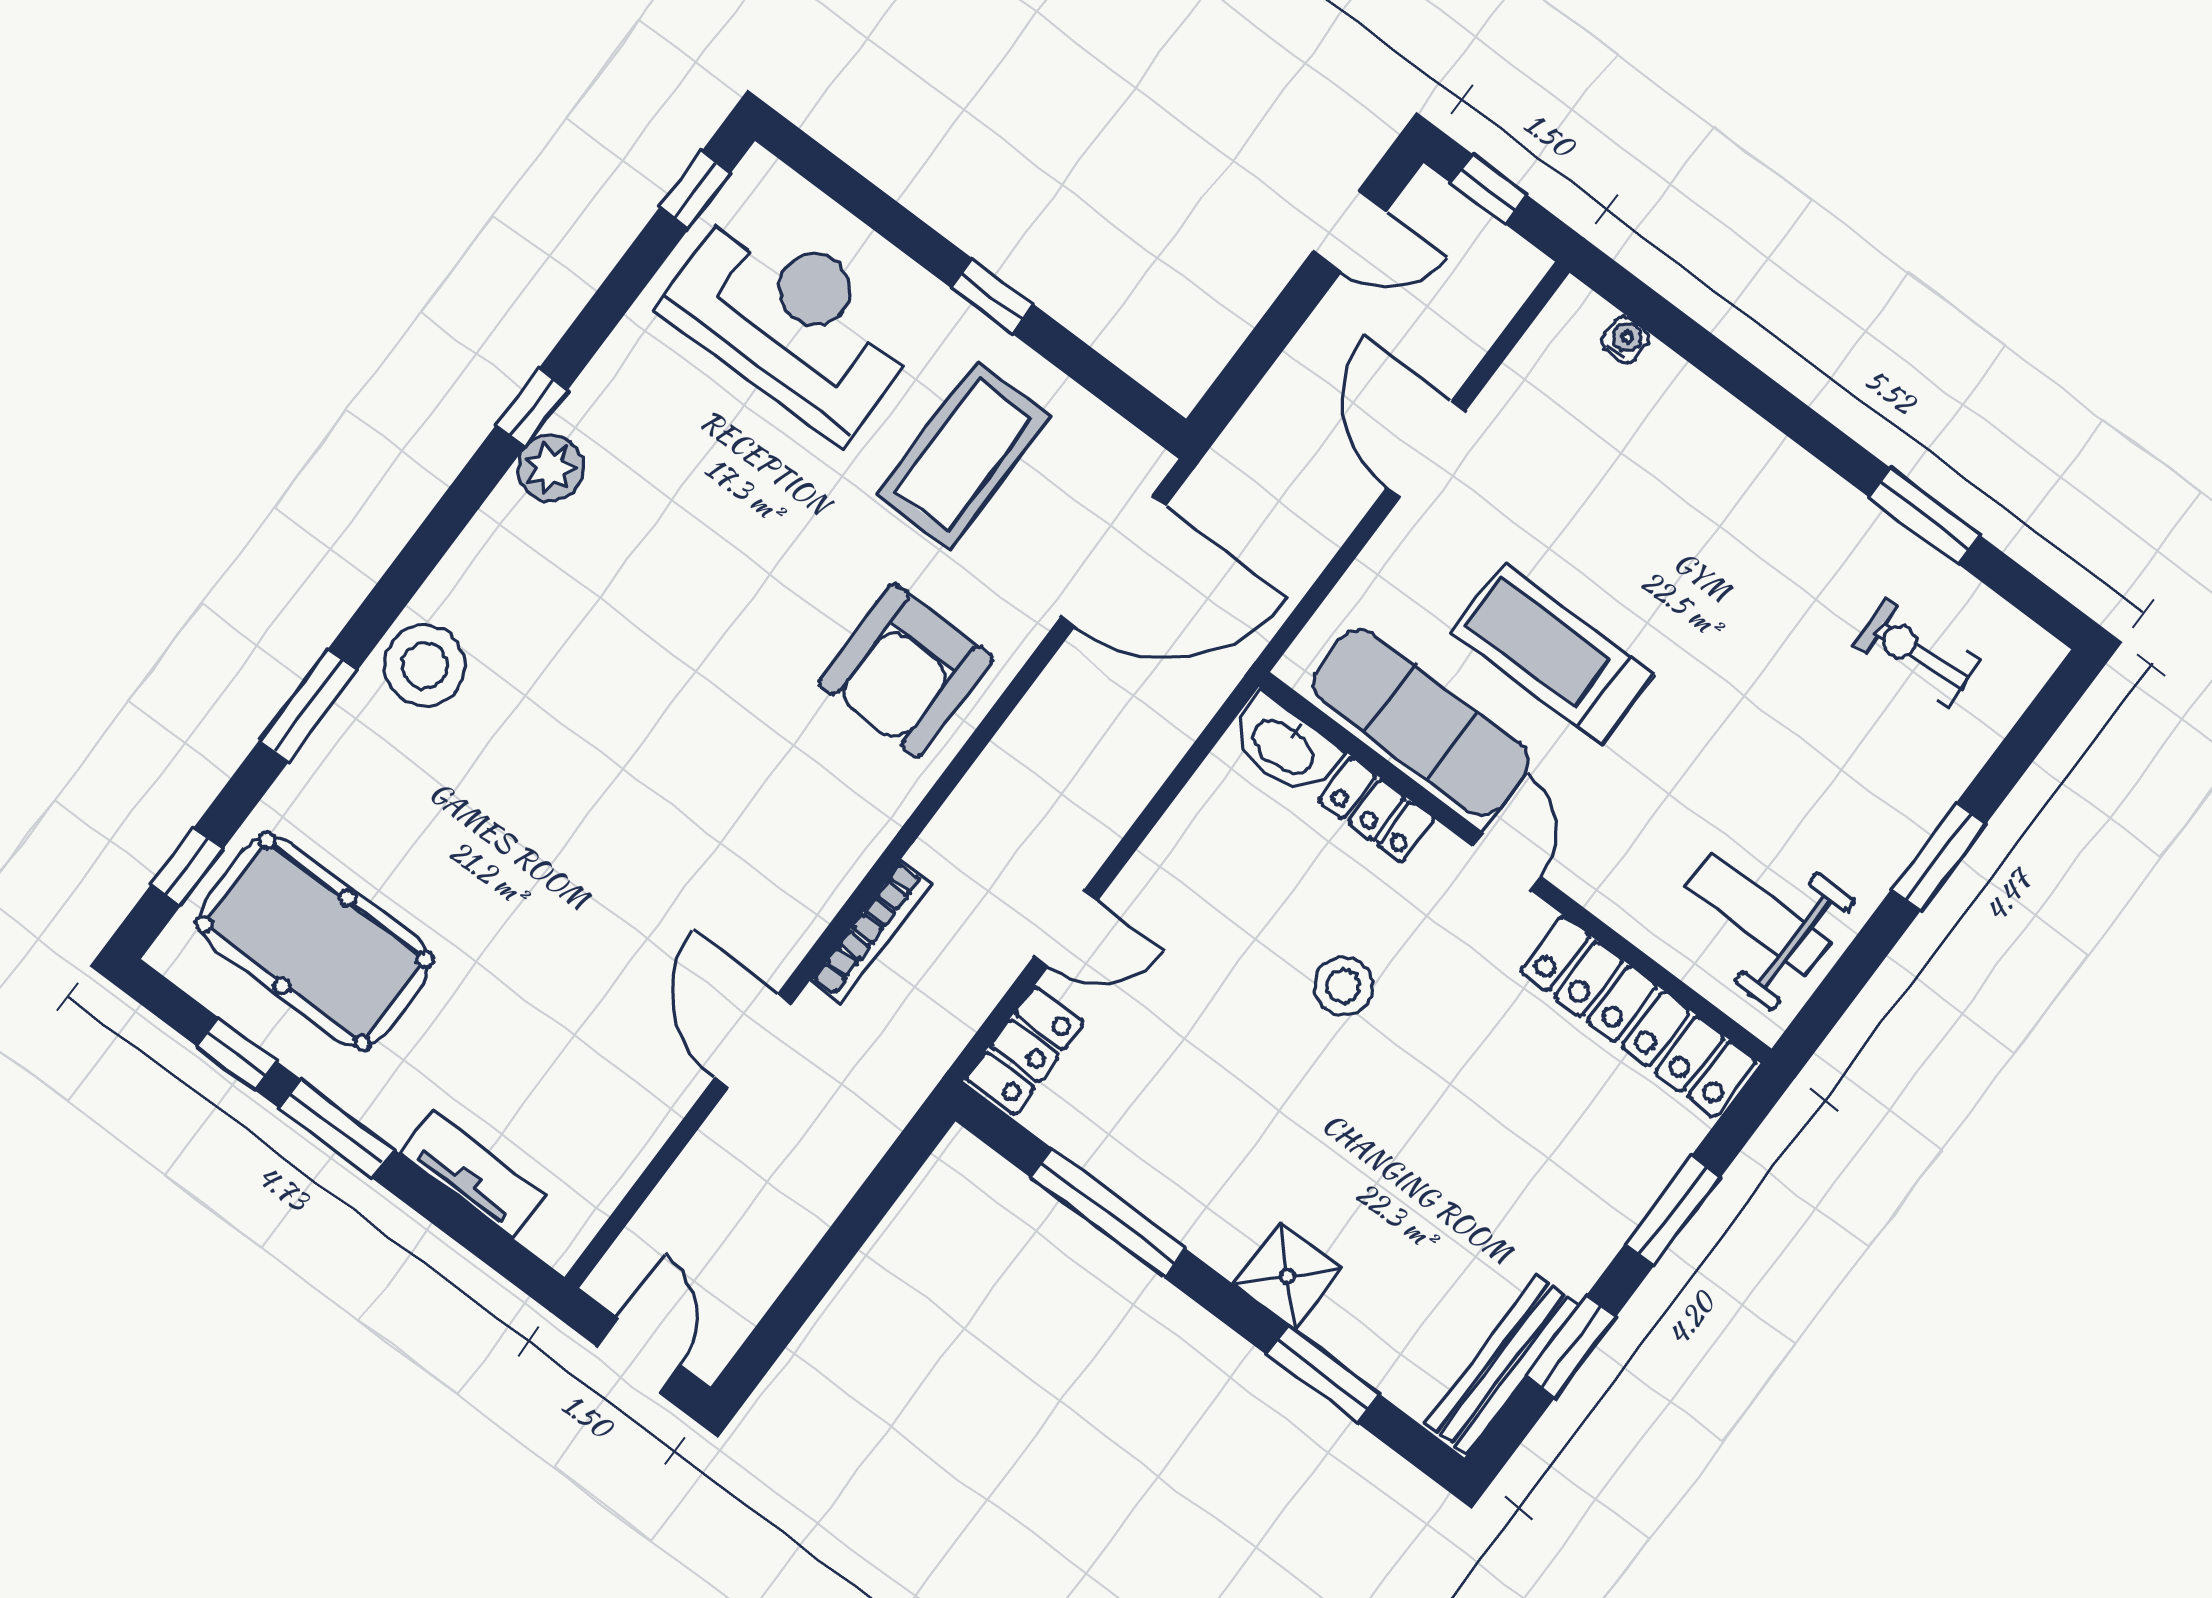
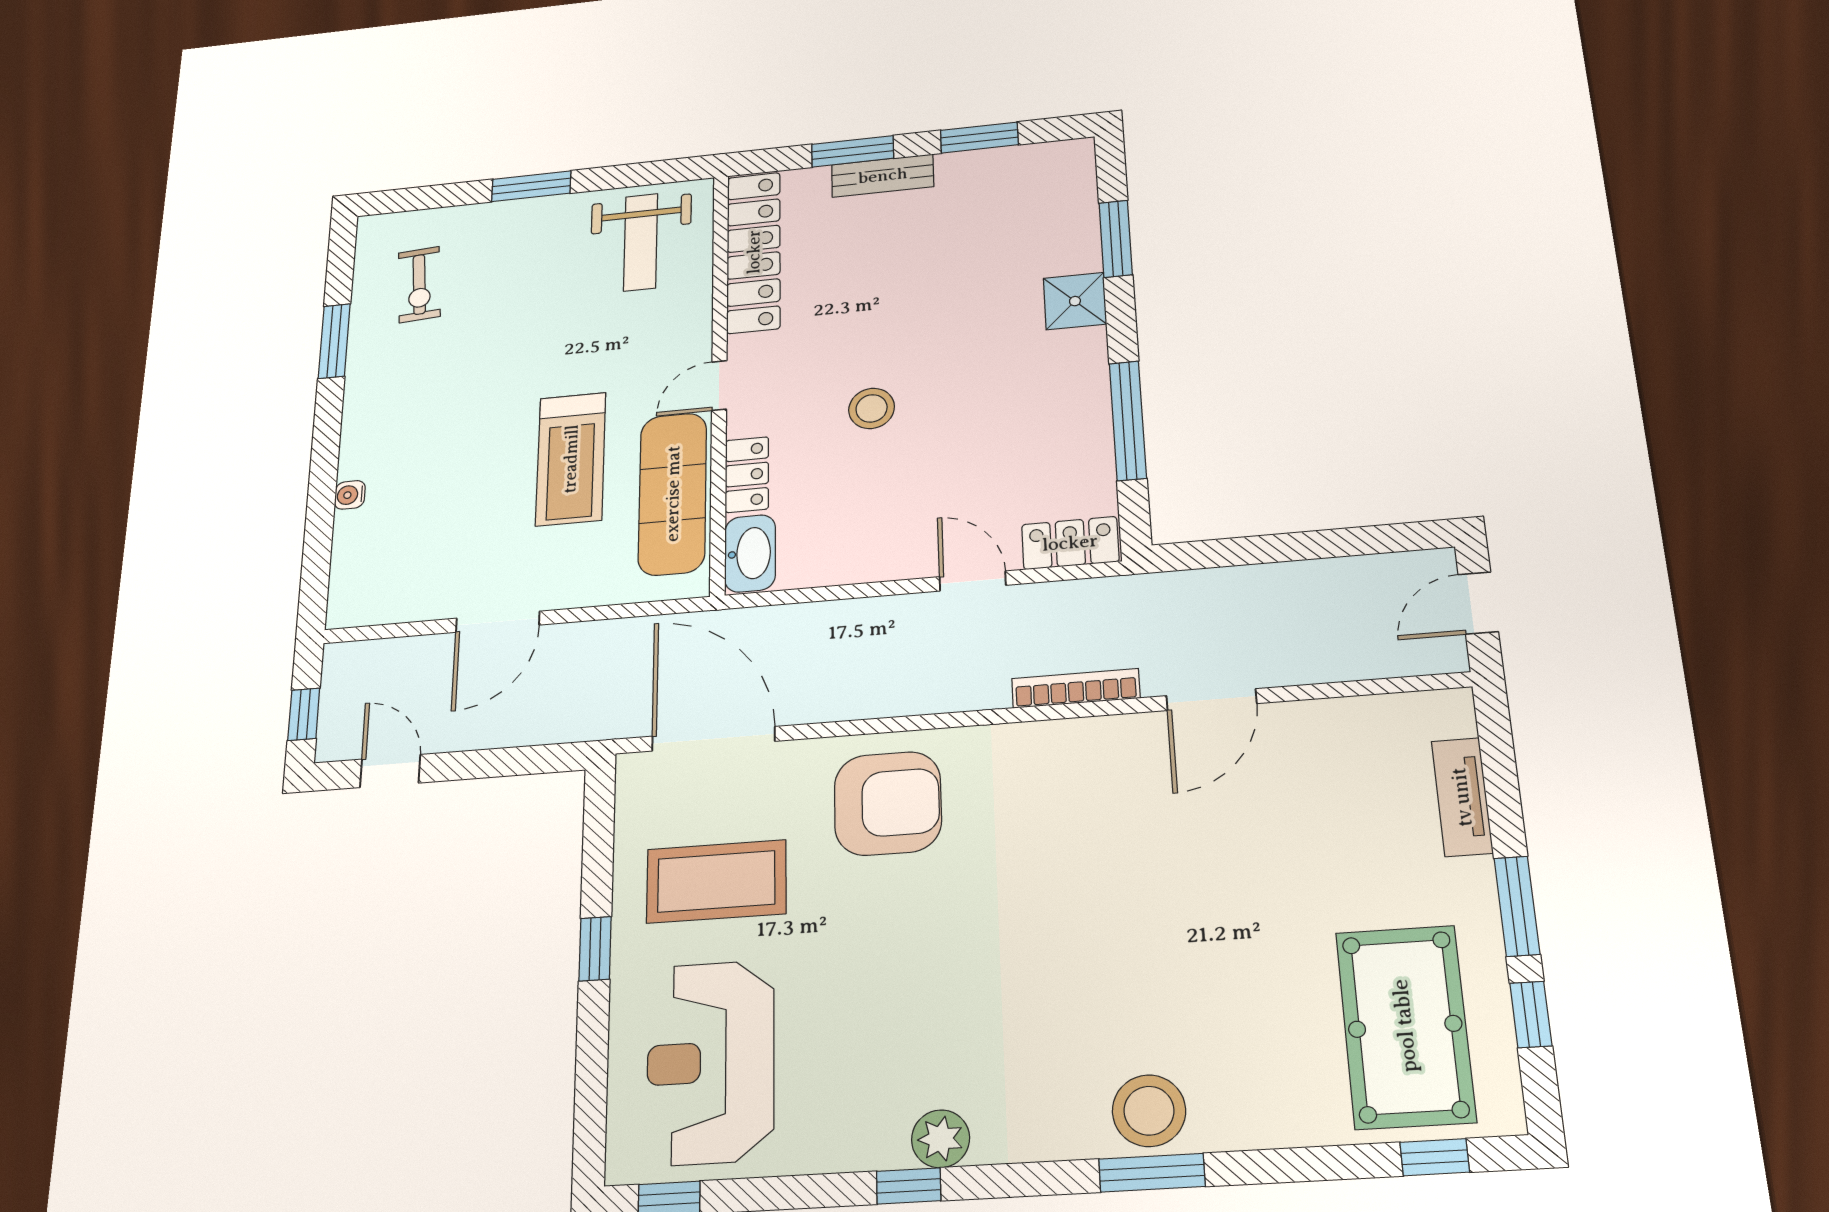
water cooler: (1625, 339) -> (350, 495), moved
window: (308, 706) -> (1152, 1173), moved
bench: (1502, 1365) -> (883, 176), moved, width x0.73

